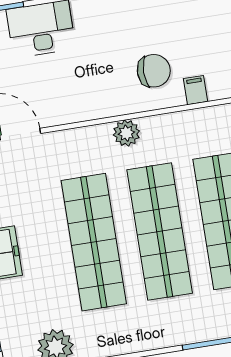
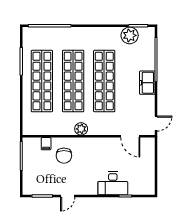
chair: (154, 71) -> (64, 156), turned -90

